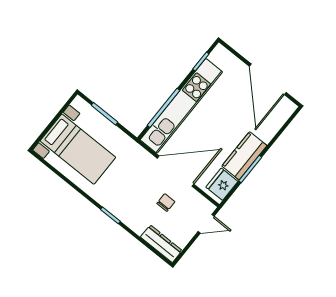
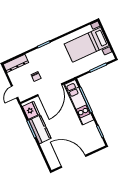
kitchen unit: (181, 106) -> (79, 102), width x0.73

